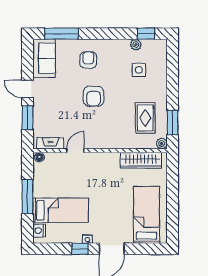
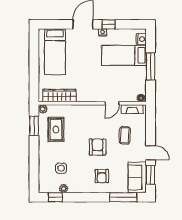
coffee table: (60, 111) -> (125, 135), added
window: (28, 118) -> (151, 175), moved

